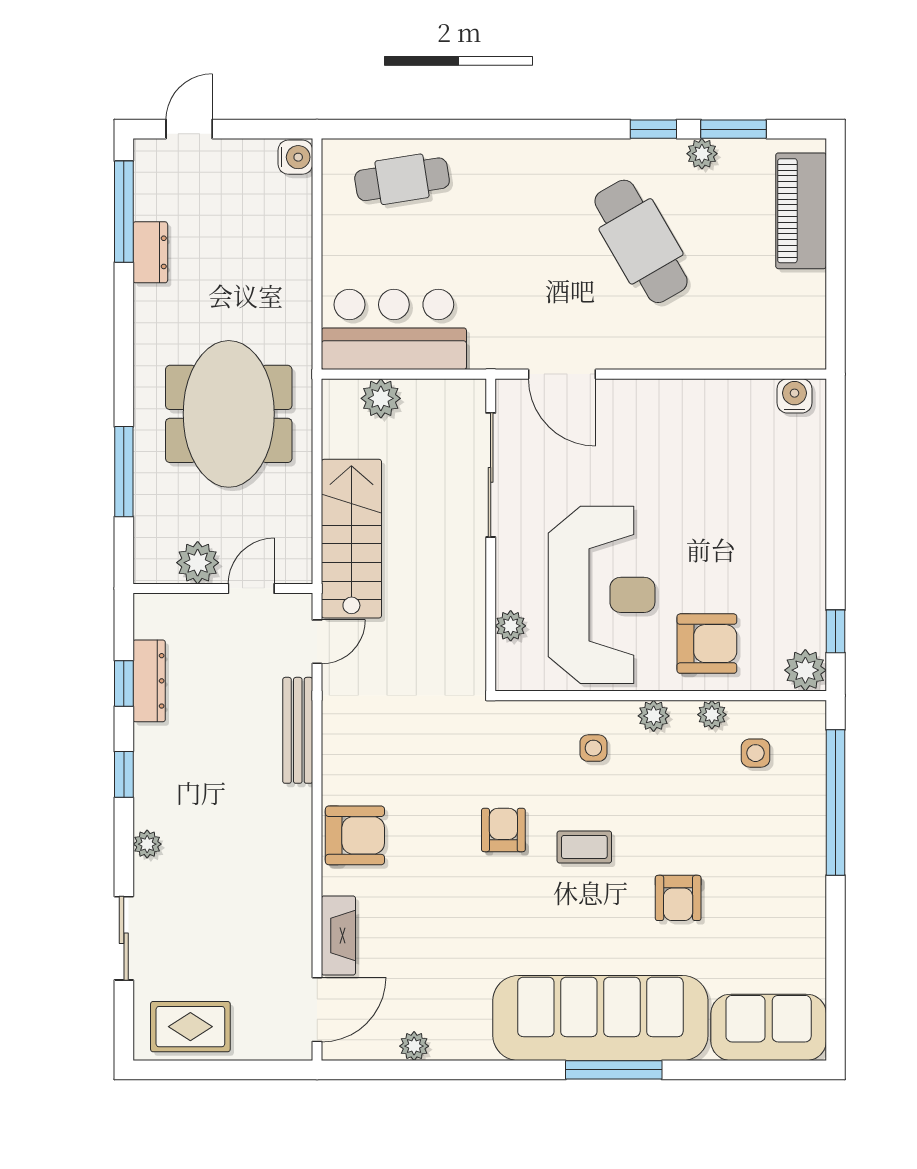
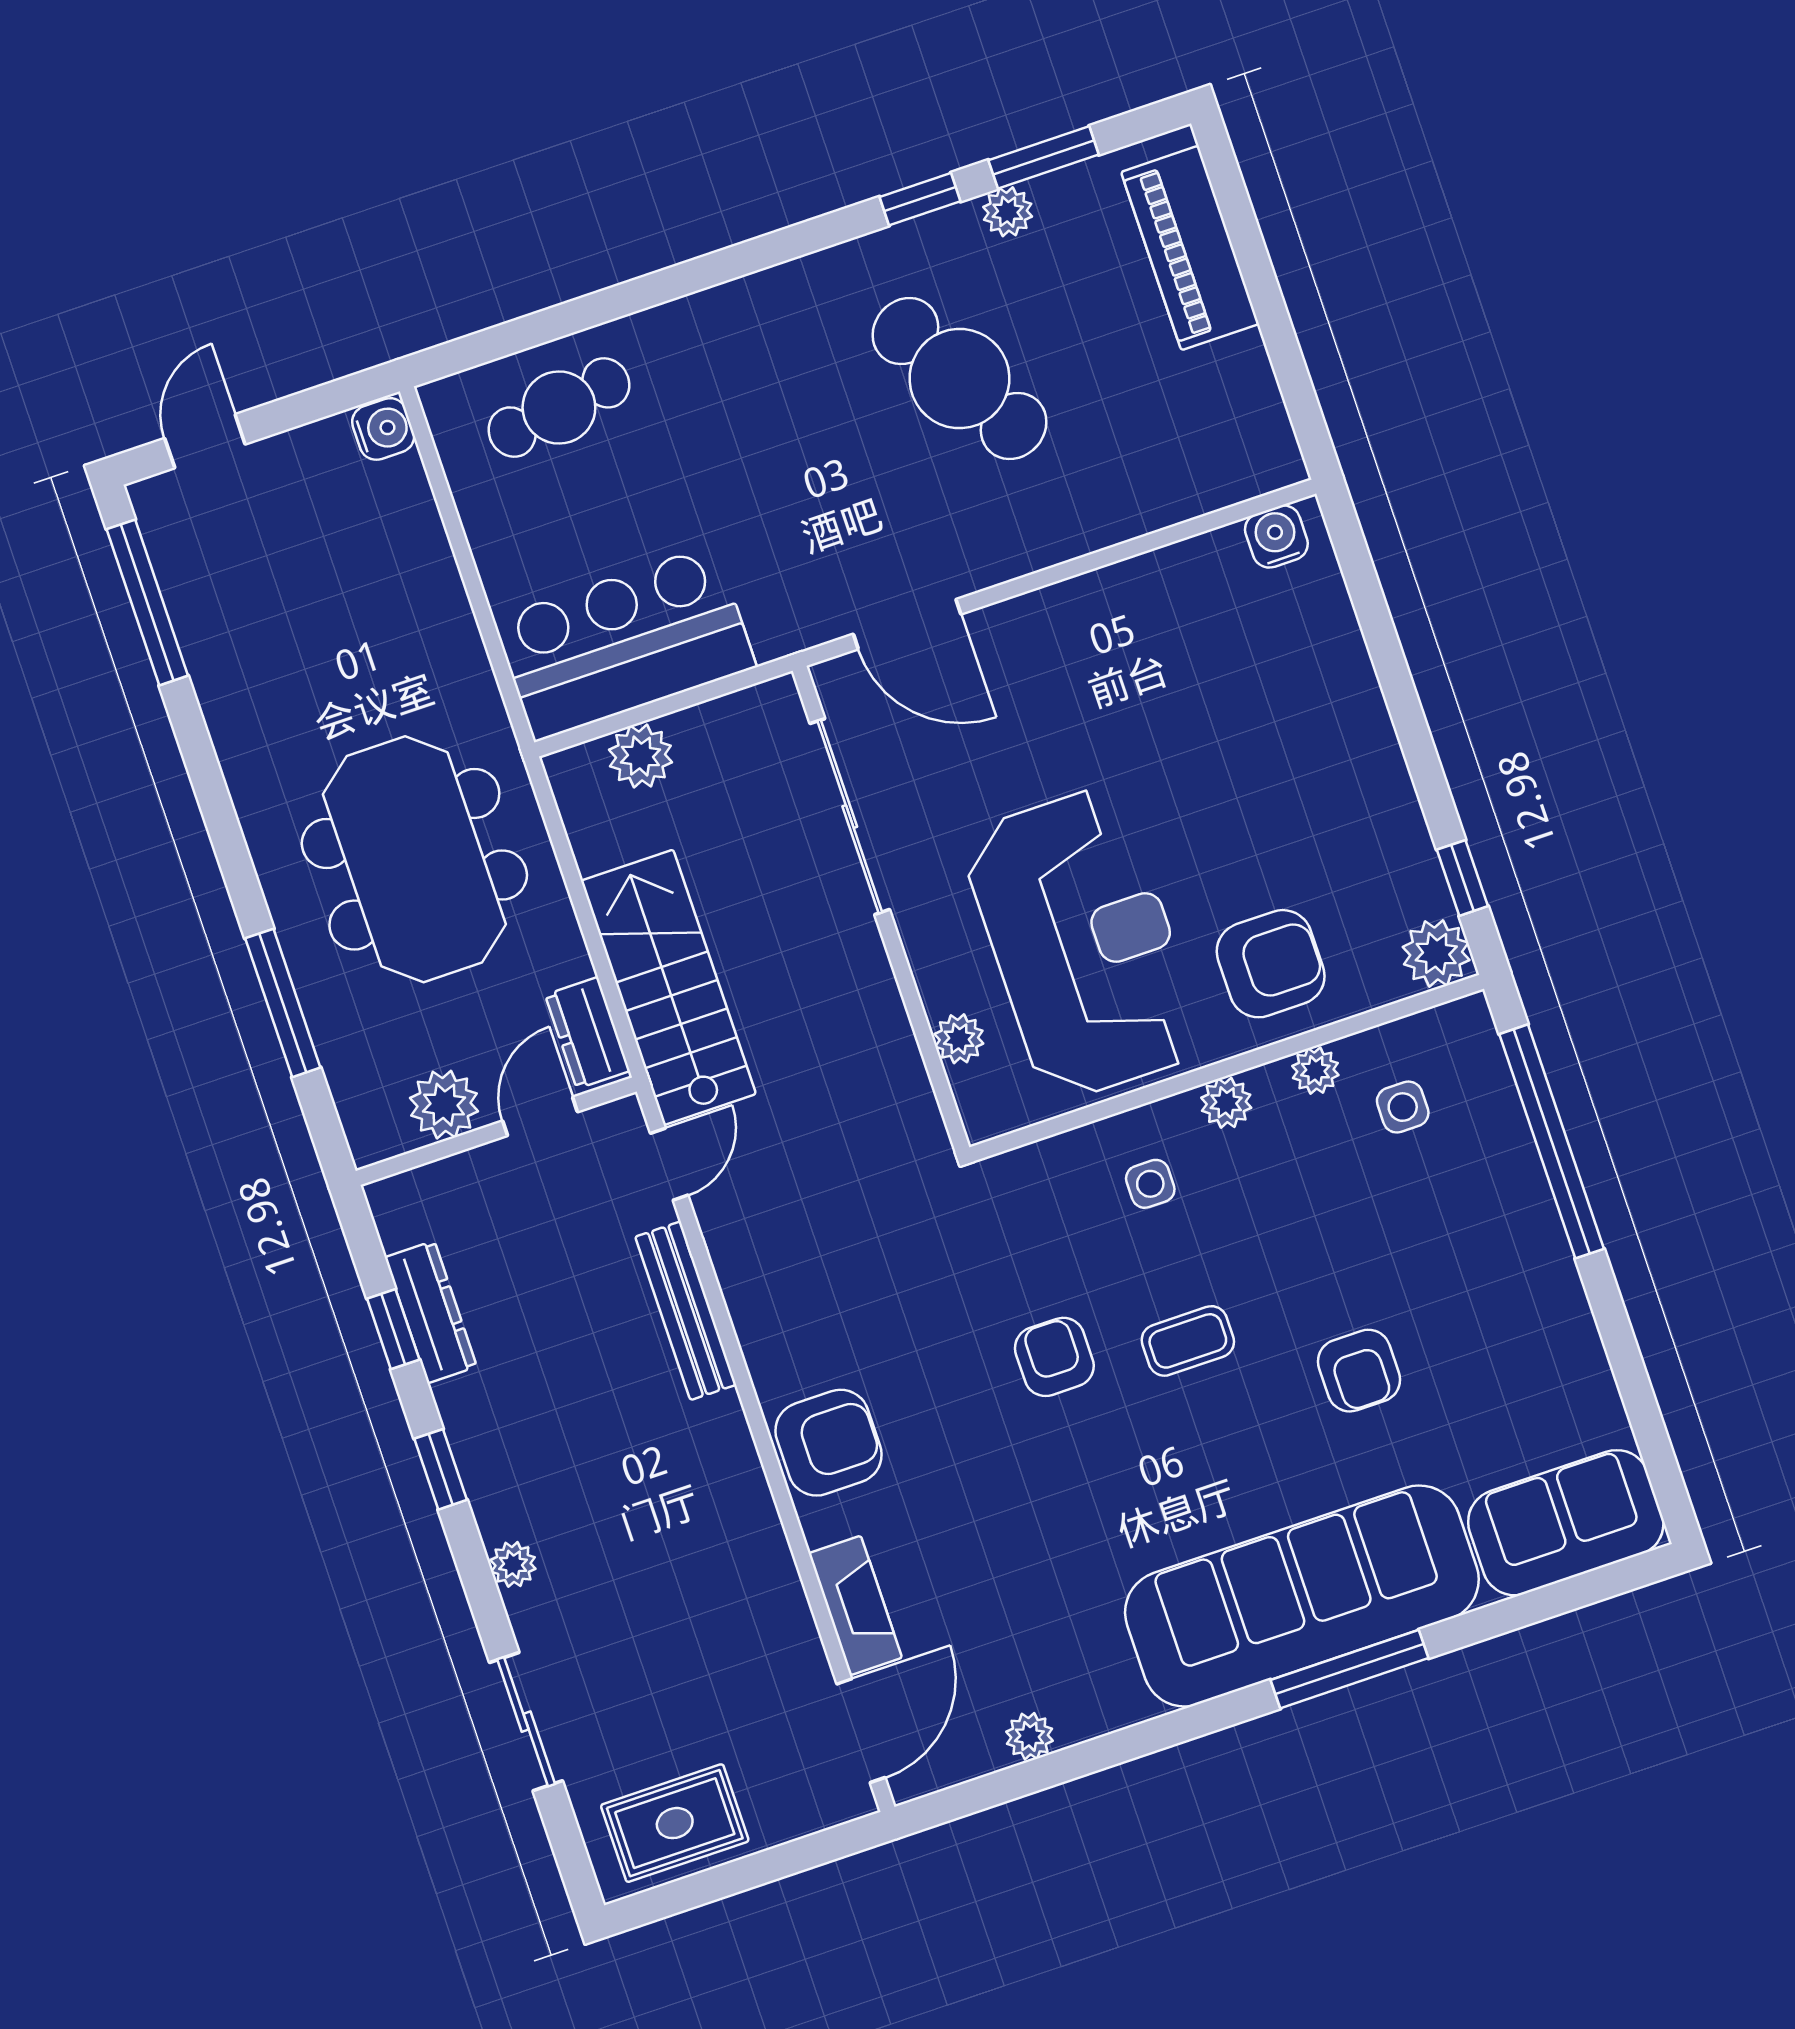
dresser: (150, 252) -> (587, 1033), moved, turned 180

